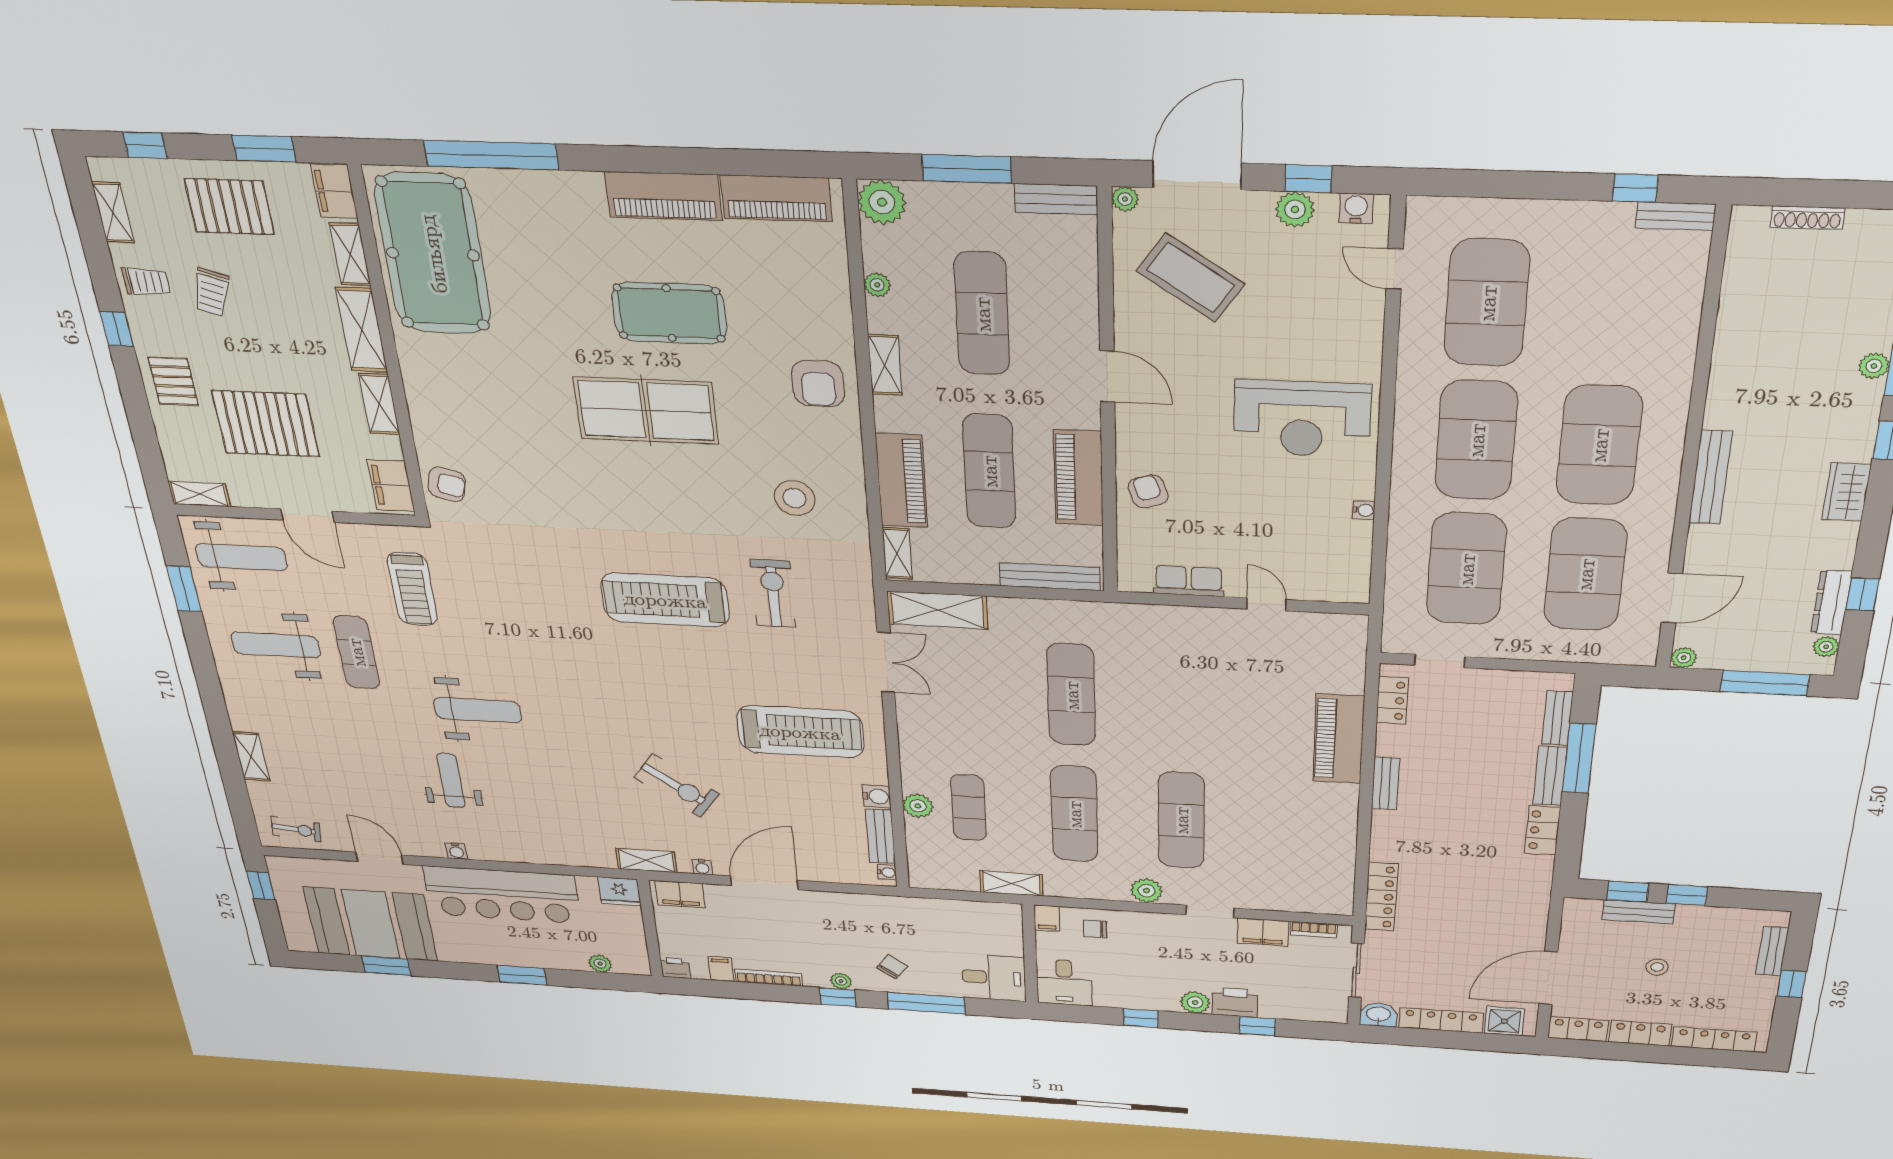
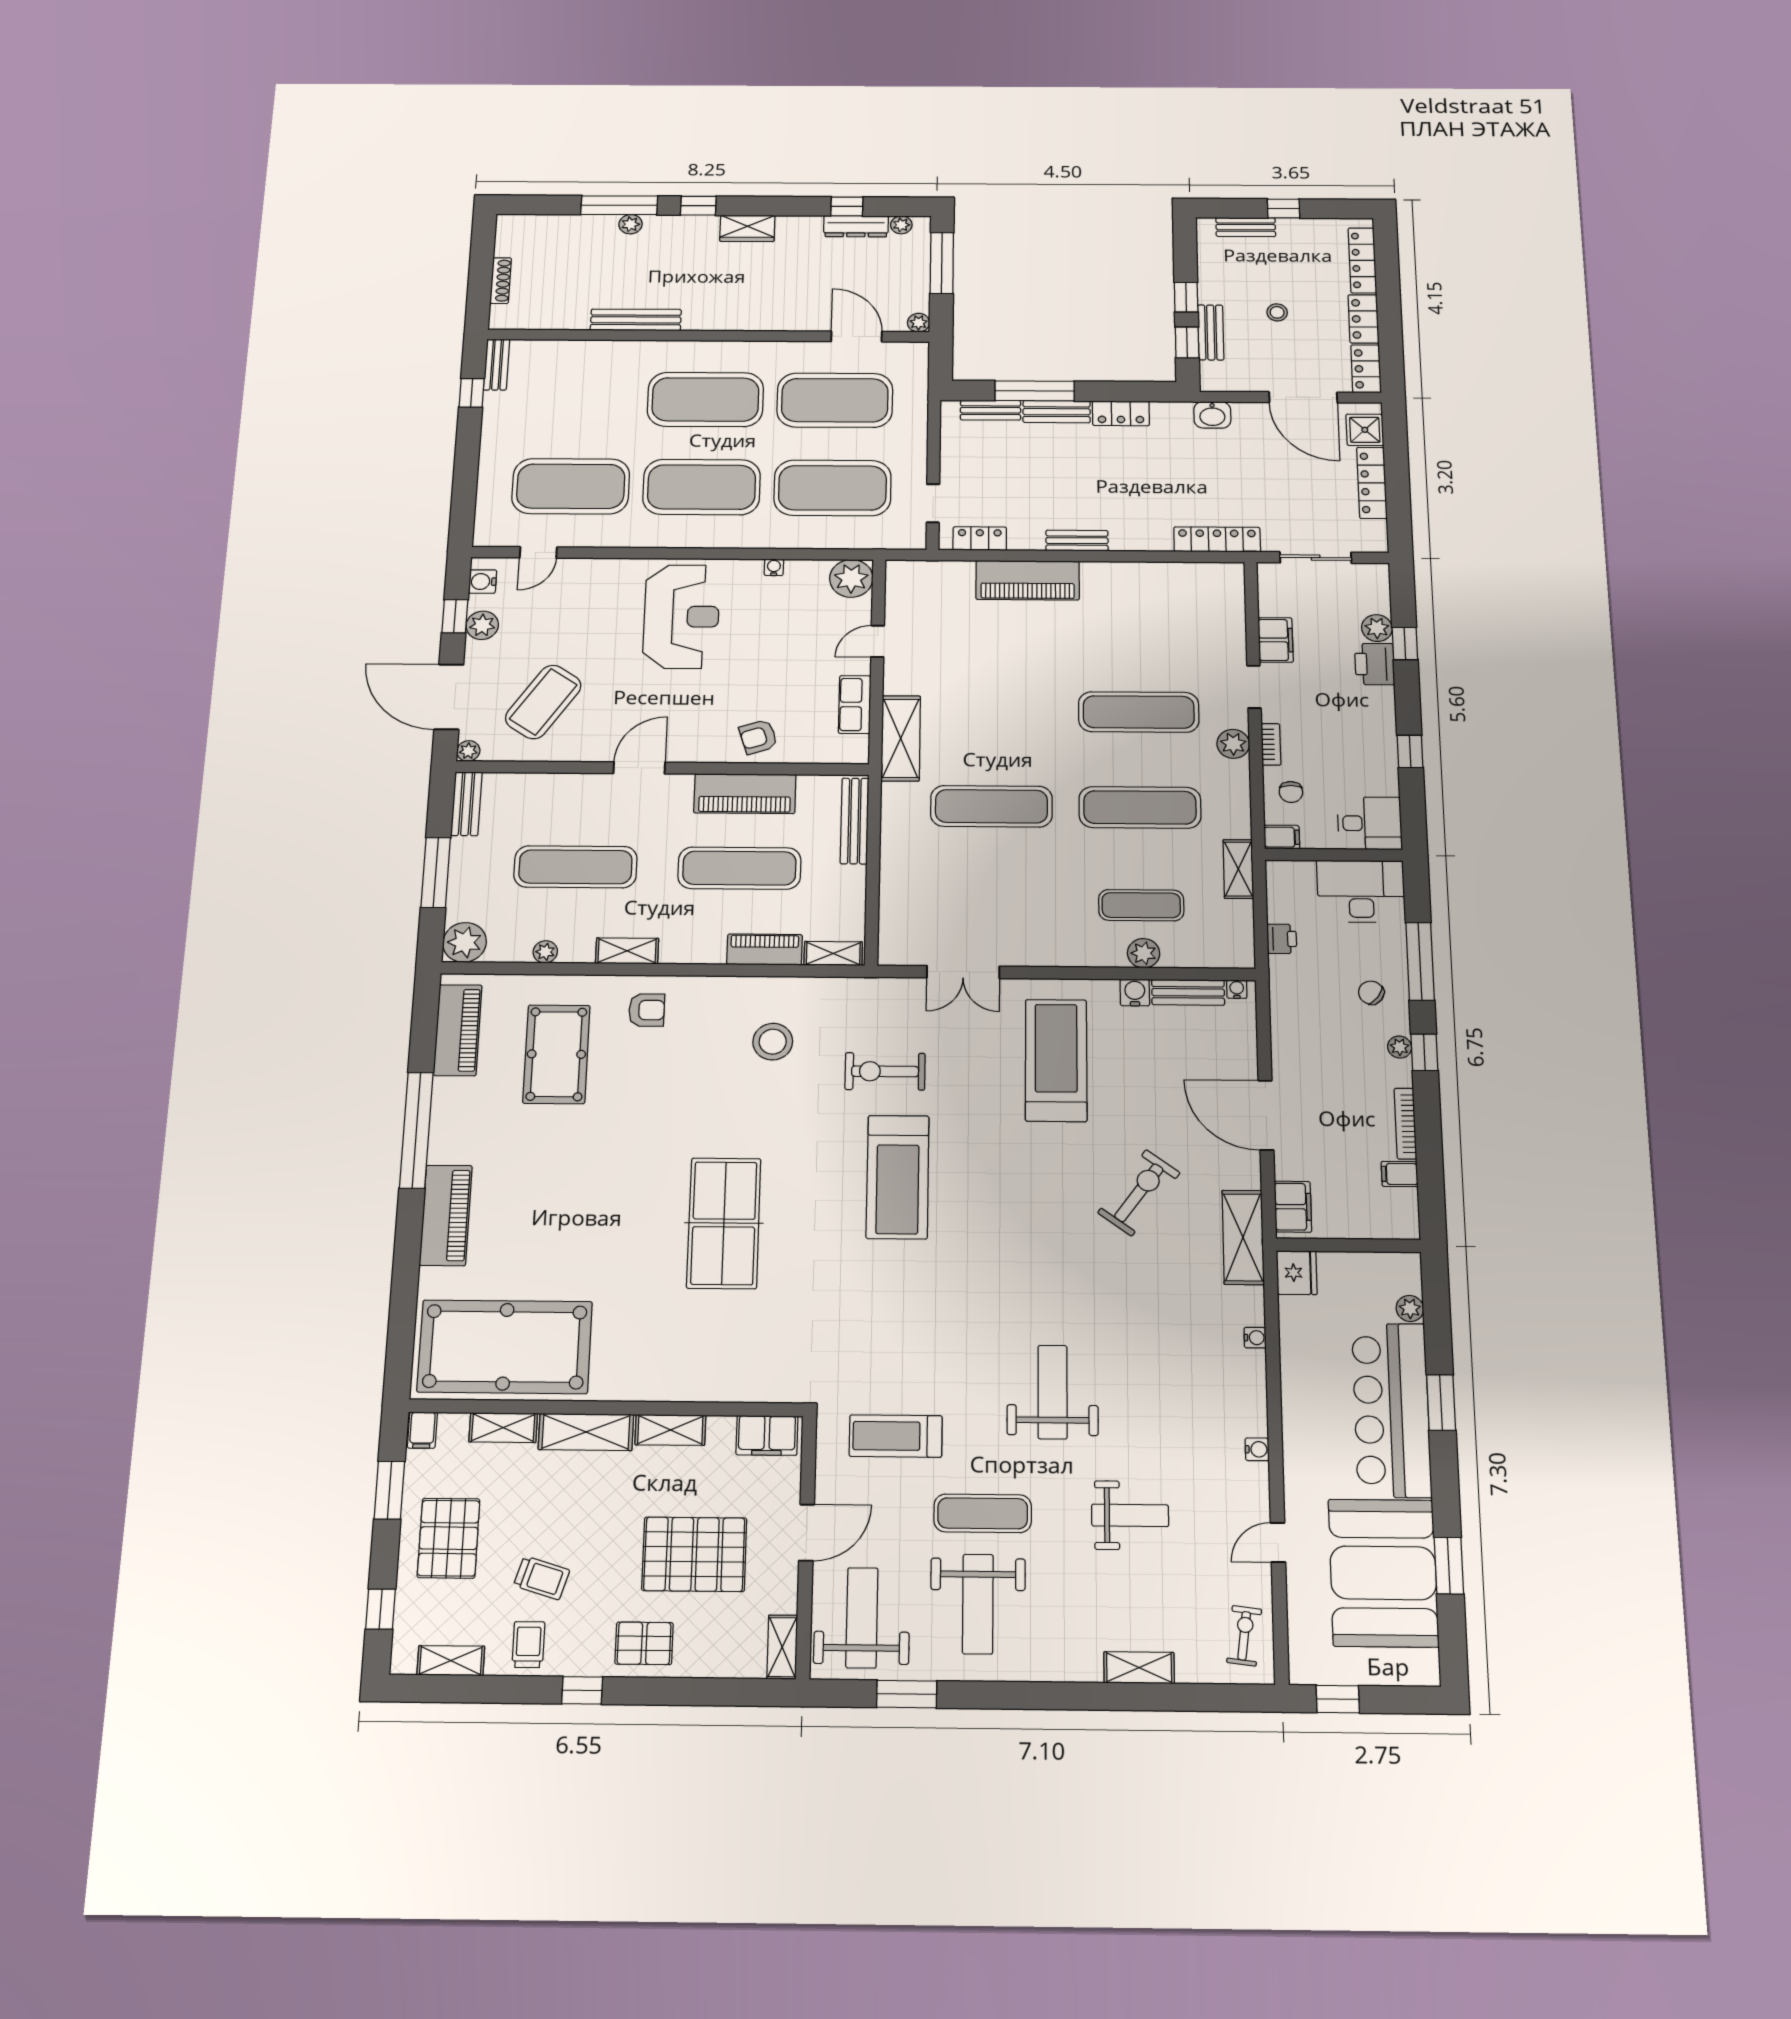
window: (491, 155) -> (416, 1130), moved
filing cabinet: (334, 191) -> (422, 1430), width x0.50
piano: (663, 196) -> (446, 1215), moved
pool table: (669, 313) -> (556, 1054), moved
armchair: (818, 384) -> (647, 1010), width x0.72, depth x0.72
table tennis table: (646, 410) -> (724, 1223), moved
pallet: (266, 424) -> (694, 1554), turned 90
bench: (1711, 477) -> (636, 320), moved
piano: (901, 481) -> (765, 949), width x0.73, depth x0.75
armchair: (447, 484) -> (764, 1377), removed
plant: (1347, 583) -> (851, 578), added
treadmill: (412, 589) -> (896, 1436), turned 180
shelving: (937, 610) -> (901, 738), moved
double door: (886, 662) -> (963, 972), swing flipped
weight bench: (451, 781) -> (1130, 1515), moved, turned 180
door: (380, 858) -> (1278, 1542), width x0.73
shelving: (646, 861) -> (1243, 1237), width x1.50, depth x1.33
water cooler: (702, 867) -> (1255, 1338), moved
bar counter: (502, 895) -> (1391, 1410), moved, turned 180
bookcase: (1314, 930) -> (1271, 744), moved
printer: (675, 968) -> (1282, 939), moved, turned 180
desk: (994, 978) -> (1361, 891), width x1.37
plant: (1195, 1002) -> (1377, 628), moved
washbasin: (1378, 1015) -> (1212, 415), moved, turned -90

